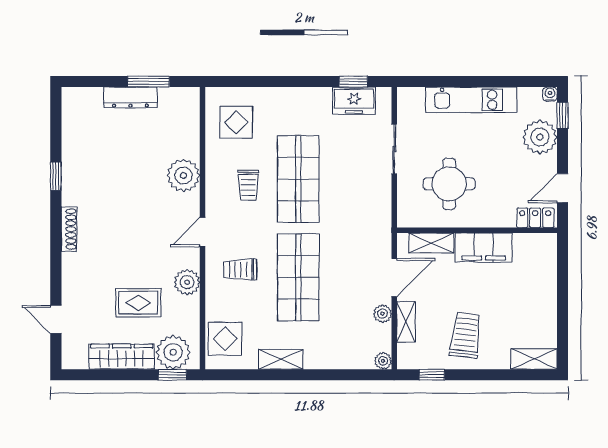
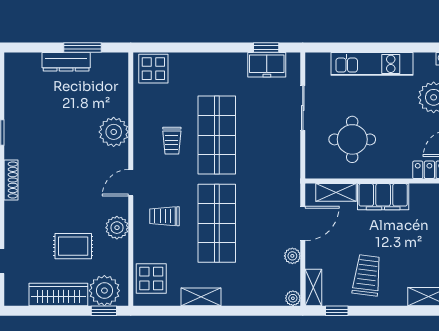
display table: (236, 122) -> (153, 69), moved
shelving: (406, 322) -> (313, 288), moved

